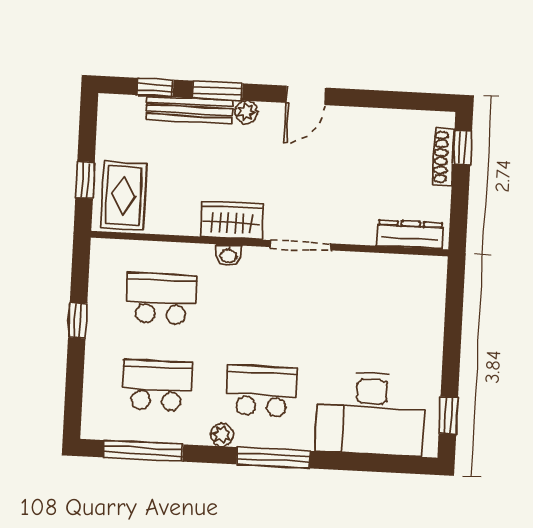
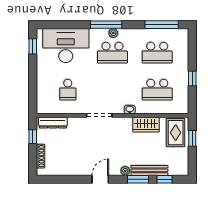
window: (462, 148) -> (33, 137), moved
wardrobe: (232, 220) -> (146, 125), moved
school desk: (371, 310) -> (68, 90), added
plant: (222, 435) -> (113, 33), moved

